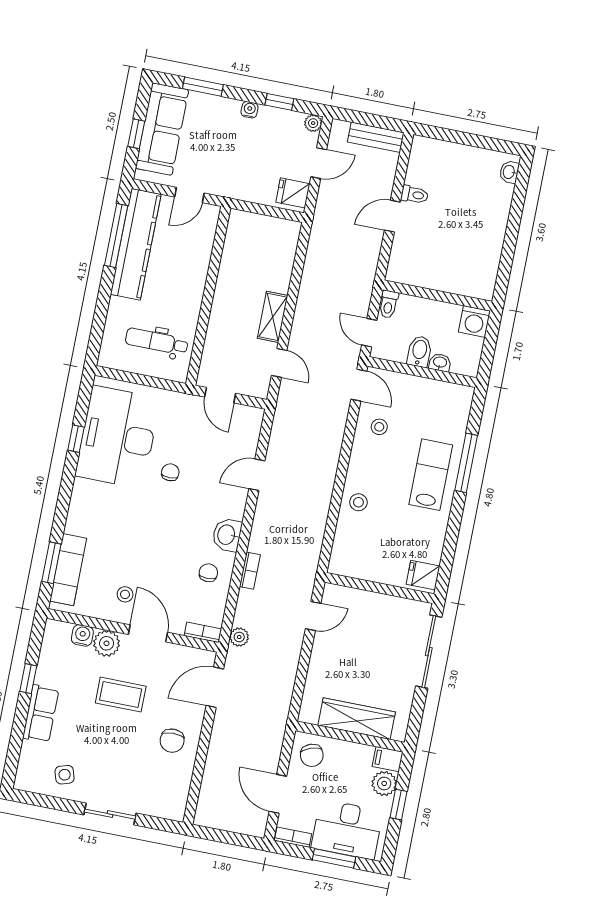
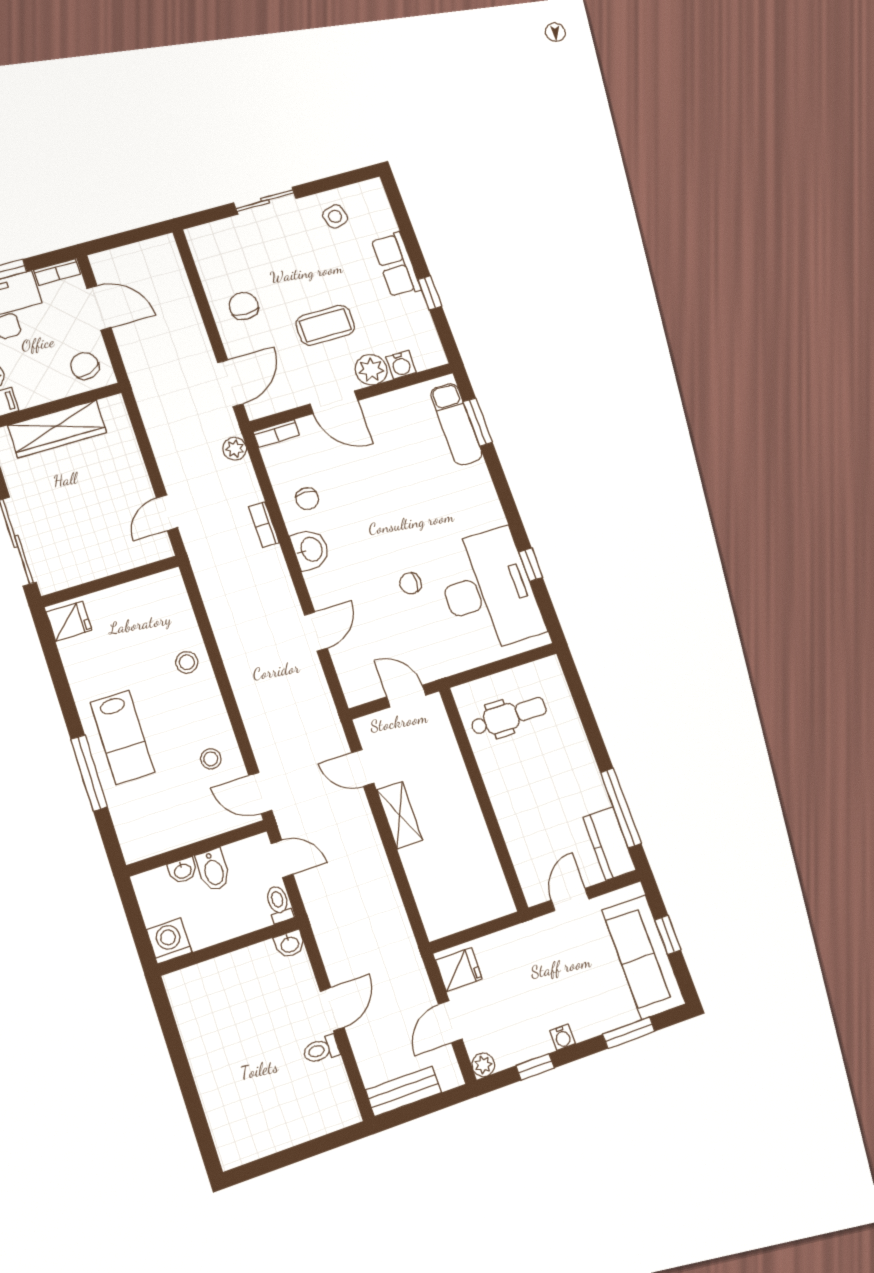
washbasin: (509, 172) -> (290, 944), moved, turned 90
kitchen counter: (136, 244) -> (609, 844), width x0.48, depth x0.86
chair: (170, 472) -> (410, 583), turned 90
stool: (125, 594) -> (382, 430), removed

